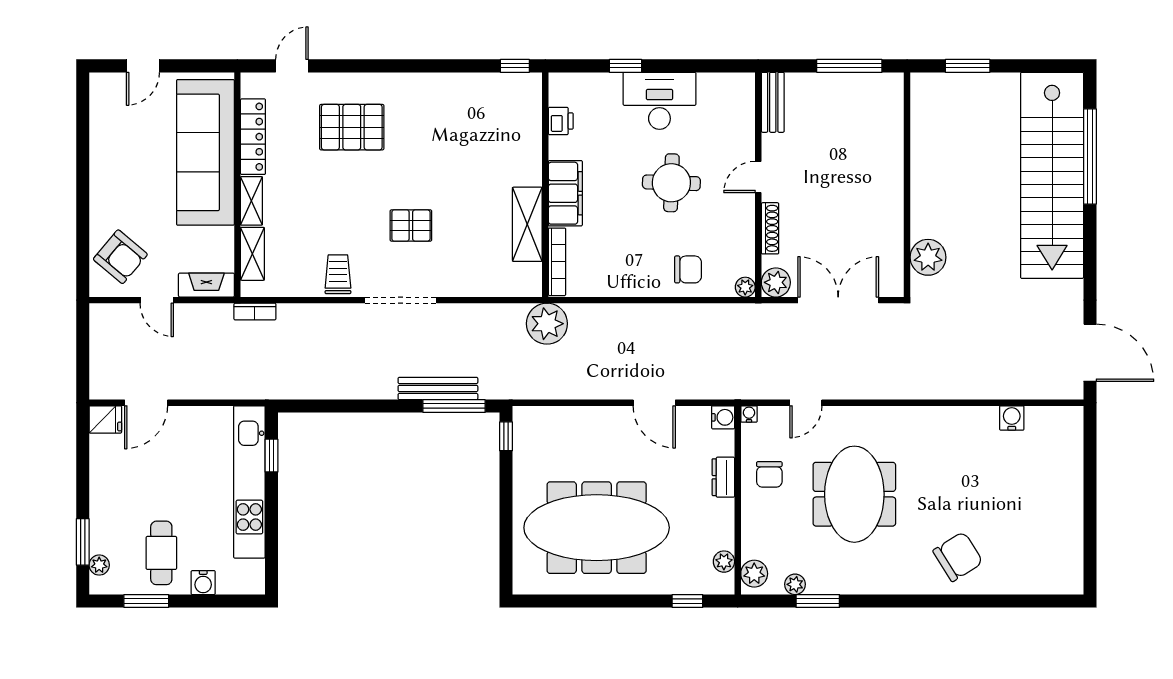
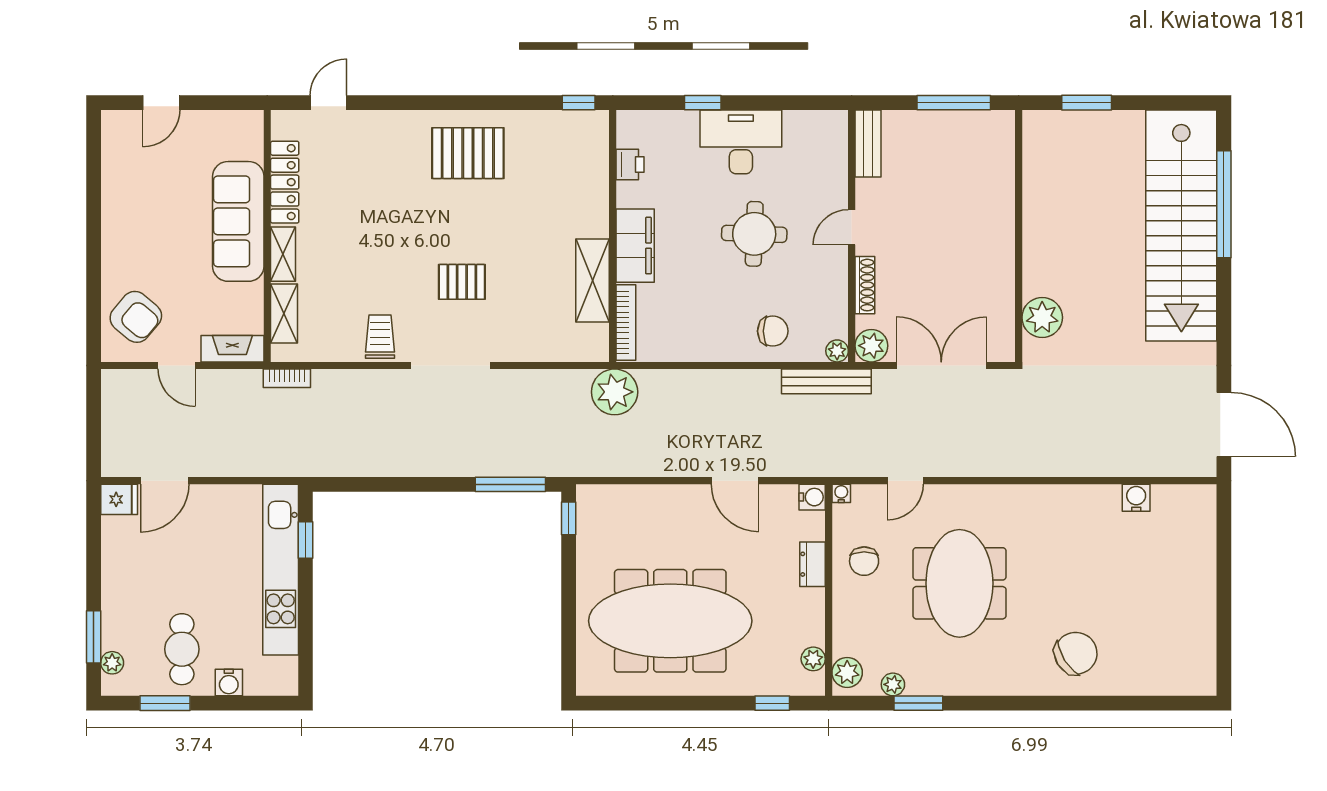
pallet: (352, 127) -> (468, 153), moved
sofa: (205, 152) -> (238, 221), width x0.74, depth x0.79
bench: (438, 388) -> (826, 381), moved

